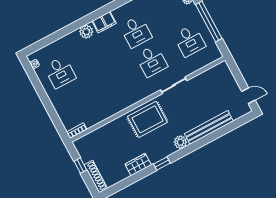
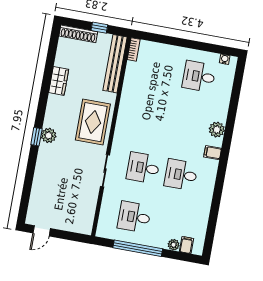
filing cabinet: (104, 22) -> (213, 153), width x0.50
bench: (209, 127) -> (115, 64), moved
window: (162, 163) -> (36, 137), moved

